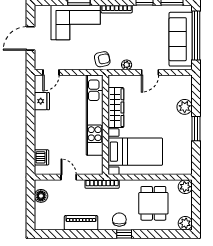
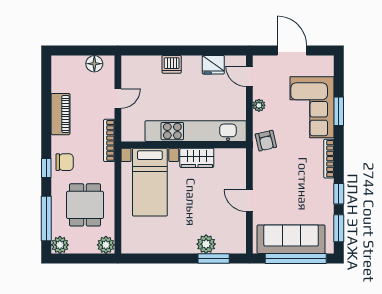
plant: (127, 65) -> (259, 105), moved
wardrobe: (116, 108) -> (197, 158), width x0.67
window: (196, 129) -> (214, 258), moved
dishwasher: (41, 157) -> (172, 64), moved
dining table: (153, 203) -> (85, 205), turned 90
window: (164, 234) -> (46, 219), added

